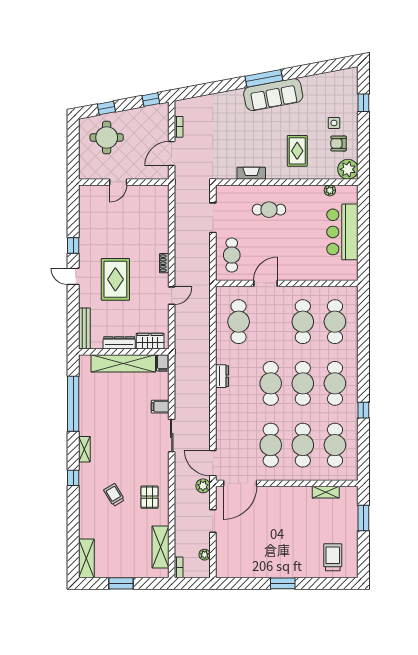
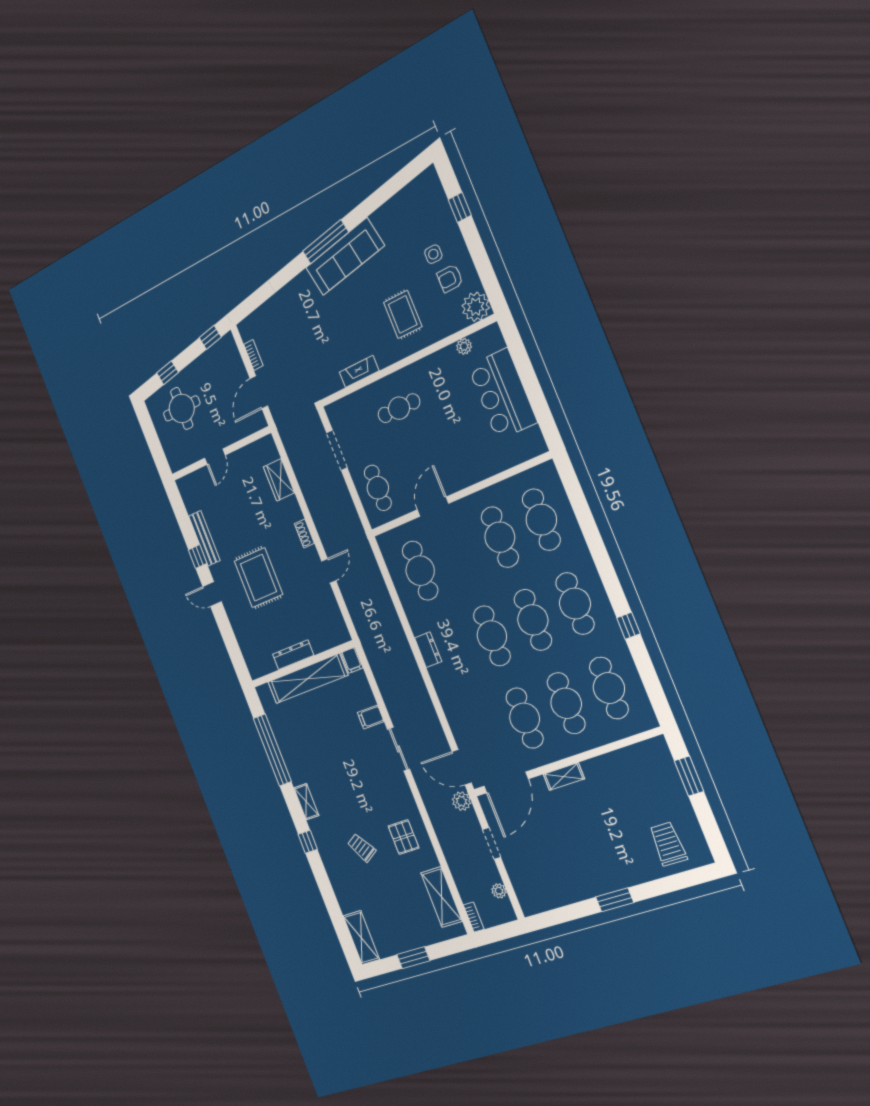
bench: (84, 328) -> (204, 538), moved
wardrobe: (150, 341) -> (279, 480), moved, turned -90
shelving: (326, 492) -> (564, 776), moved

